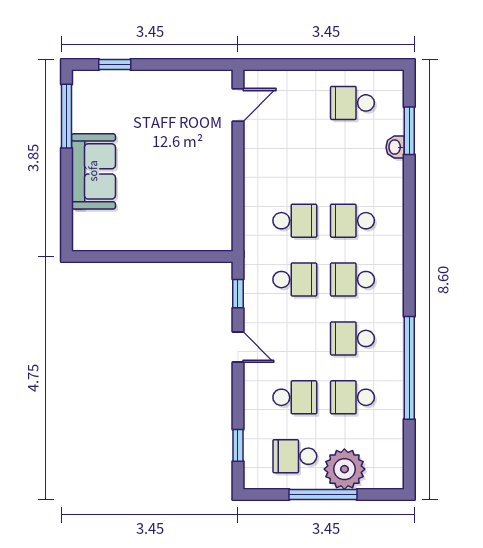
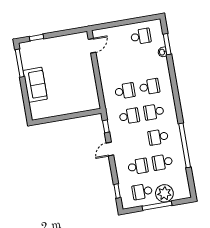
school desk: (352, 103) -> (141, 36), turned 180
school desk: (352, 221) -> (149, 87), turned 180
door: (238, 347) -> (110, 149), swing flipped

